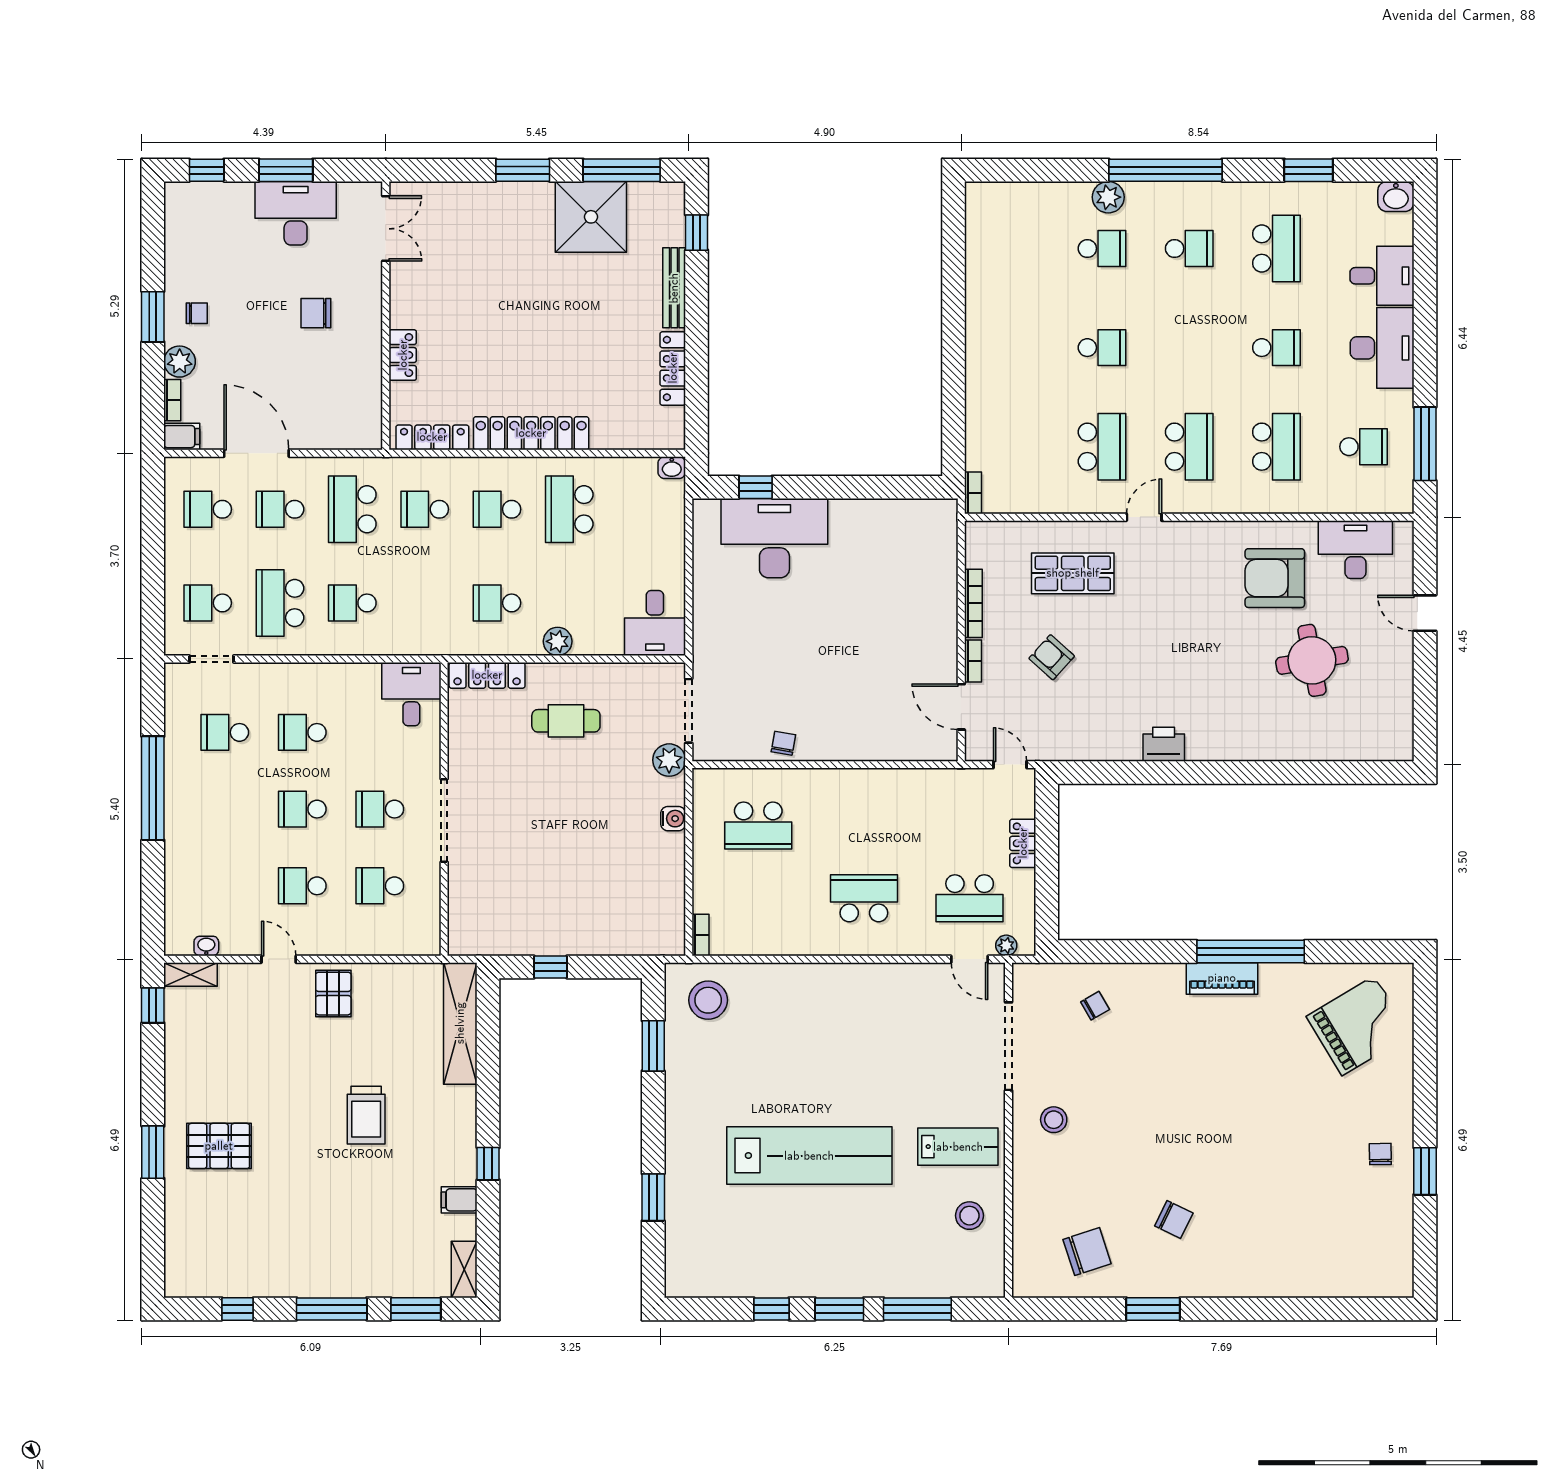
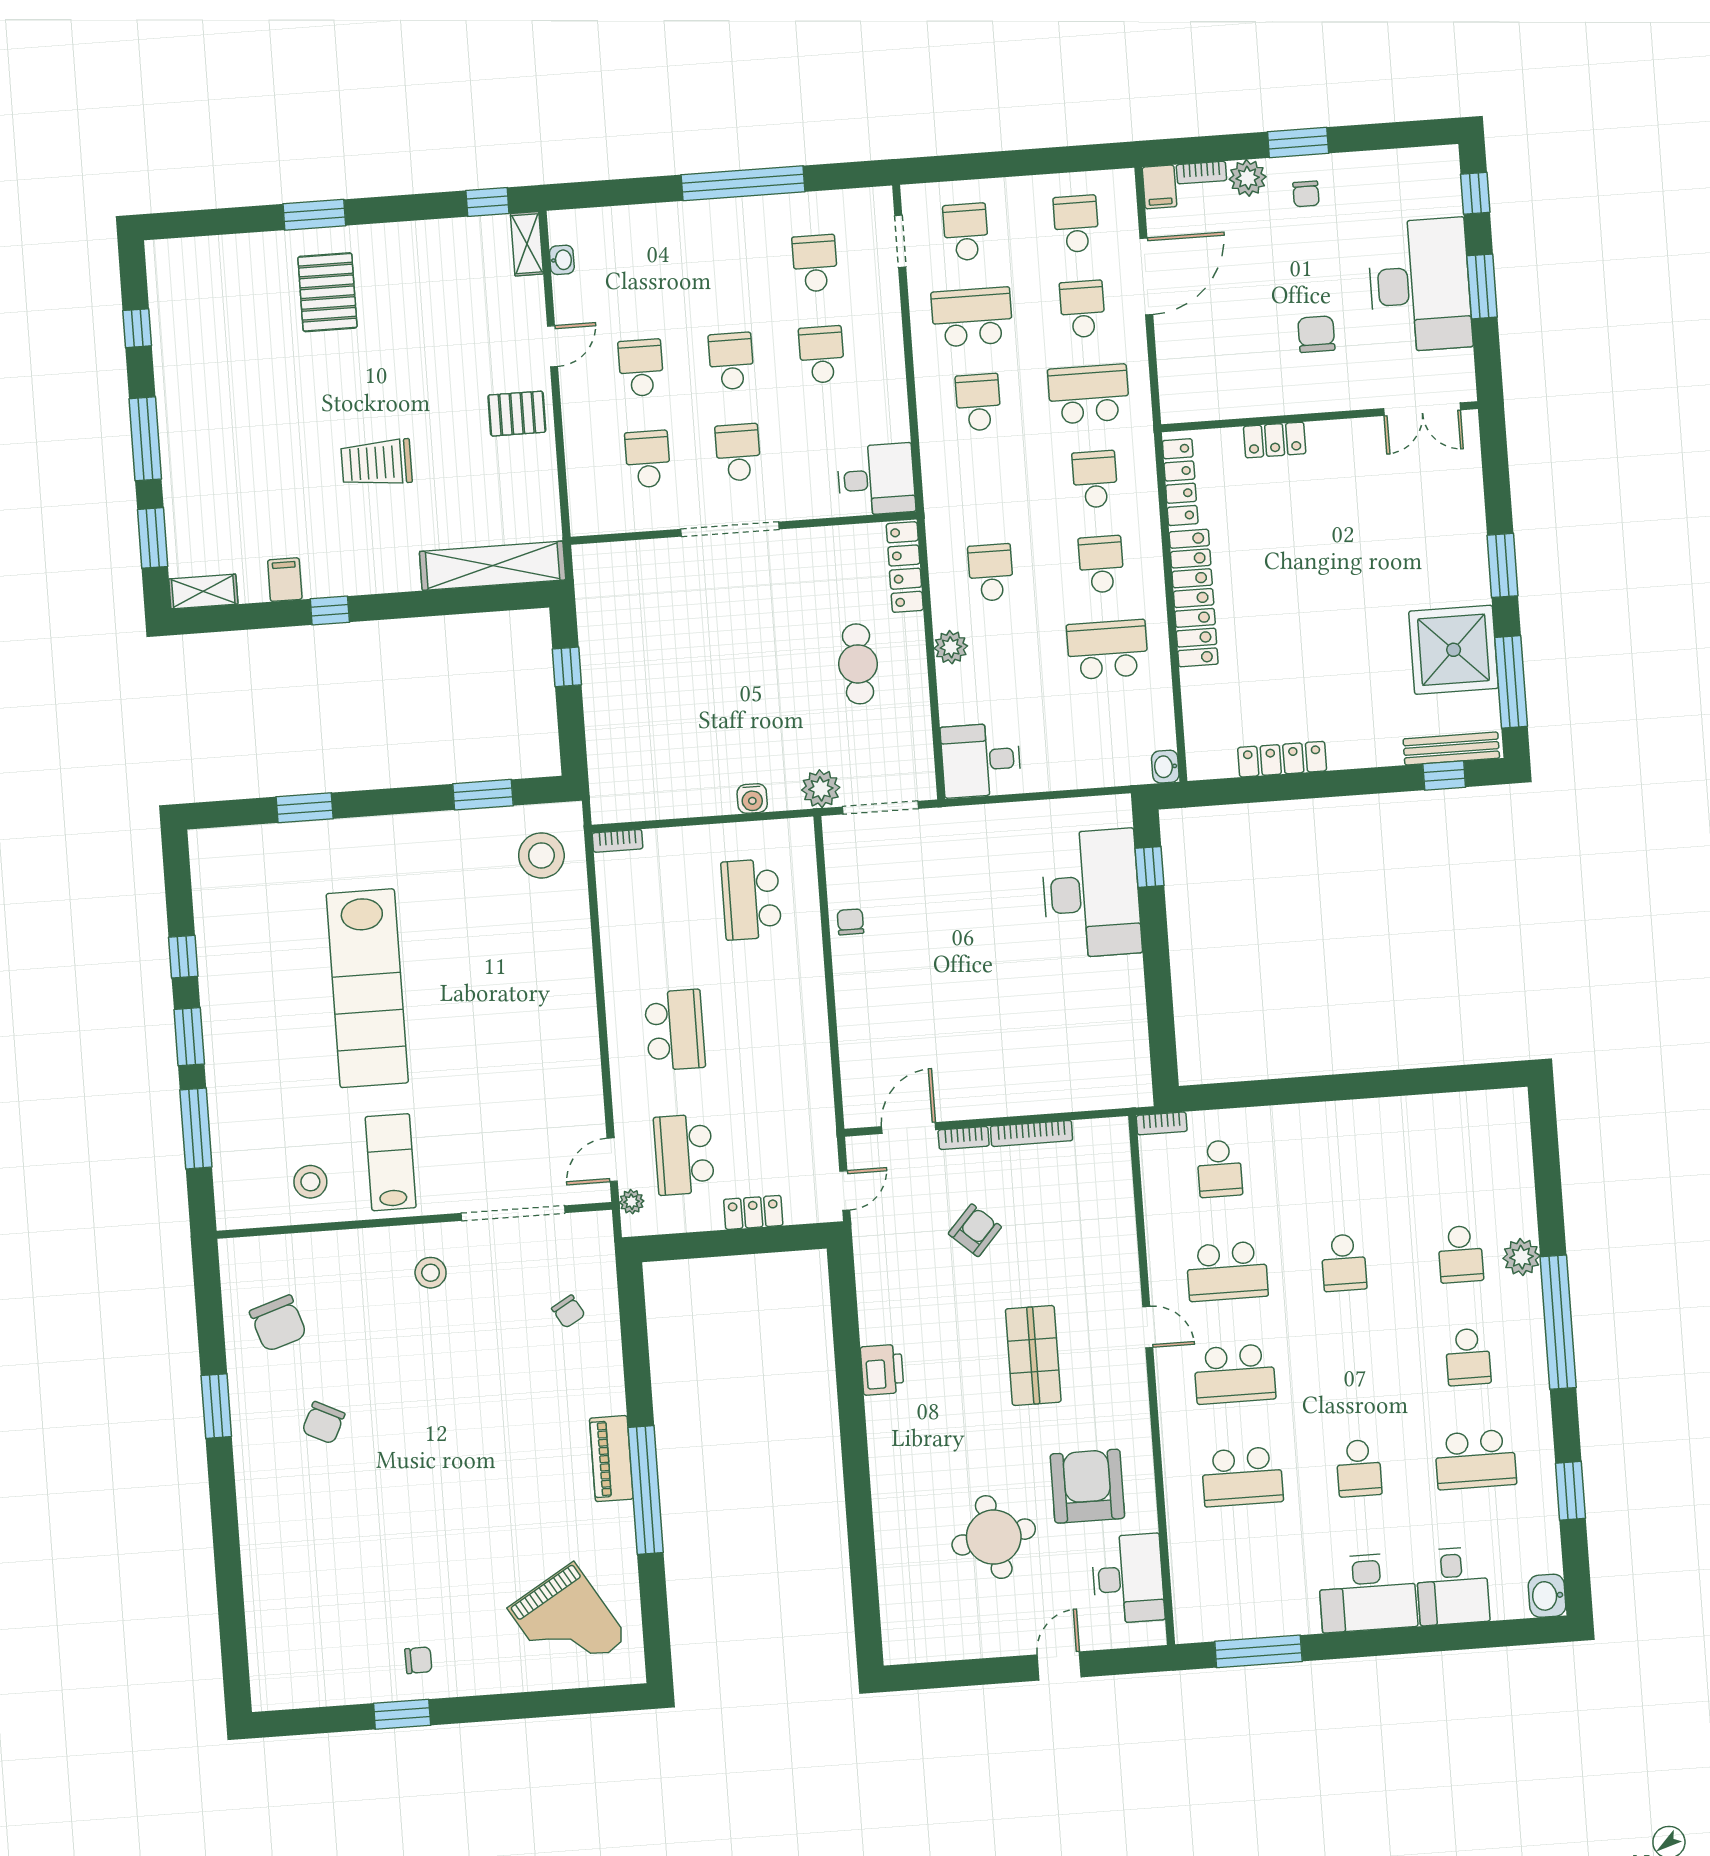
desk: (296, 213) -> (1420, 285), width x1.36, depth x1.30
bench: (674, 288) -> (1451, 748), moved
school desk: (1364, 447) -> (1220, 1169), moved
shop shelf: (1073, 573) -> (1033, 1355), moved
chair: (783, 743) -> (850, 922), turned -100
lab bench: (958, 1147) -> (391, 1162), turned 180

